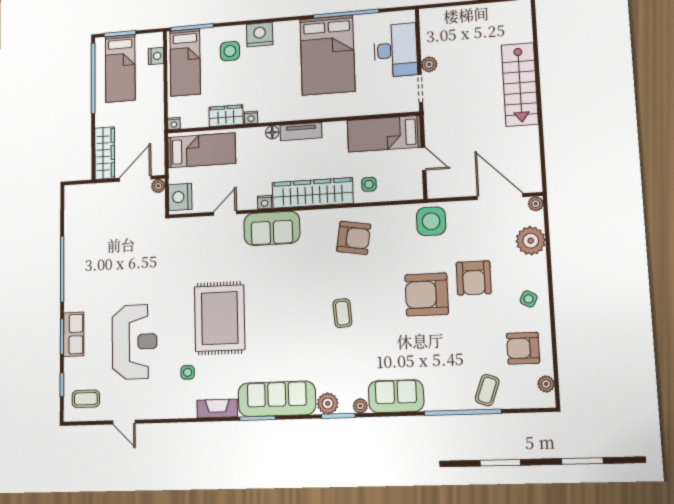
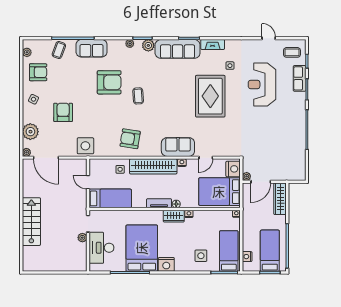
nightstand: (260, 35) -> (166, 264), moved
wardrobe: (226, 116) -> (174, 216), moved
bed: (201, 150) -> (219, 192), width x1.50
armchair: (427, 294) -> (109, 82), moved
row of seats: (74, 334) -> (300, 78), moved
sofa: (396, 396) -> (92, 48), moved

